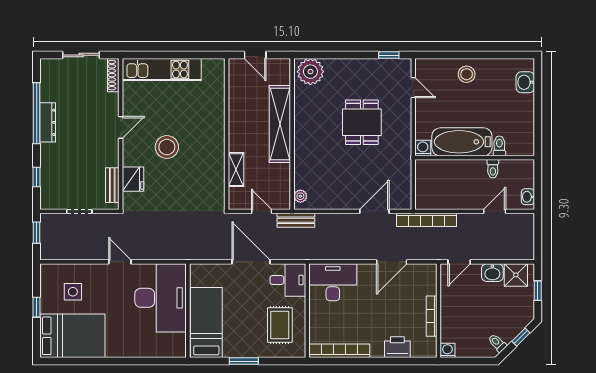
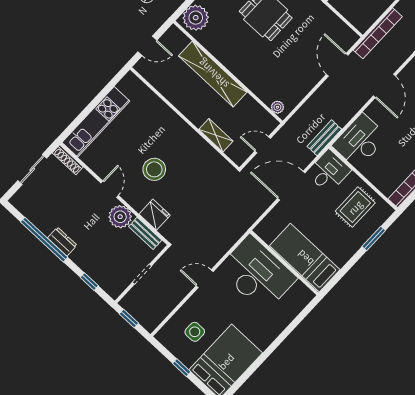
dresser: (48, 122) -> (62, 242), width x0.70
plant: (107, 155) -> (120, 217), added
bench: (296, 220) -> (324, 138), moved
rug: (280, 325) -> (355, 207), turned 90
window: (244, 361) -> (374, 238), moved

